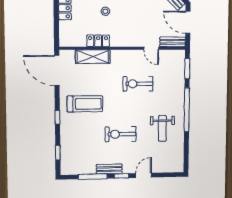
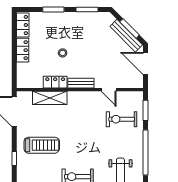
bench: (173, 42) -> (81, 83), moved
exercise bike: (138, 84) -> (122, 119), moved

